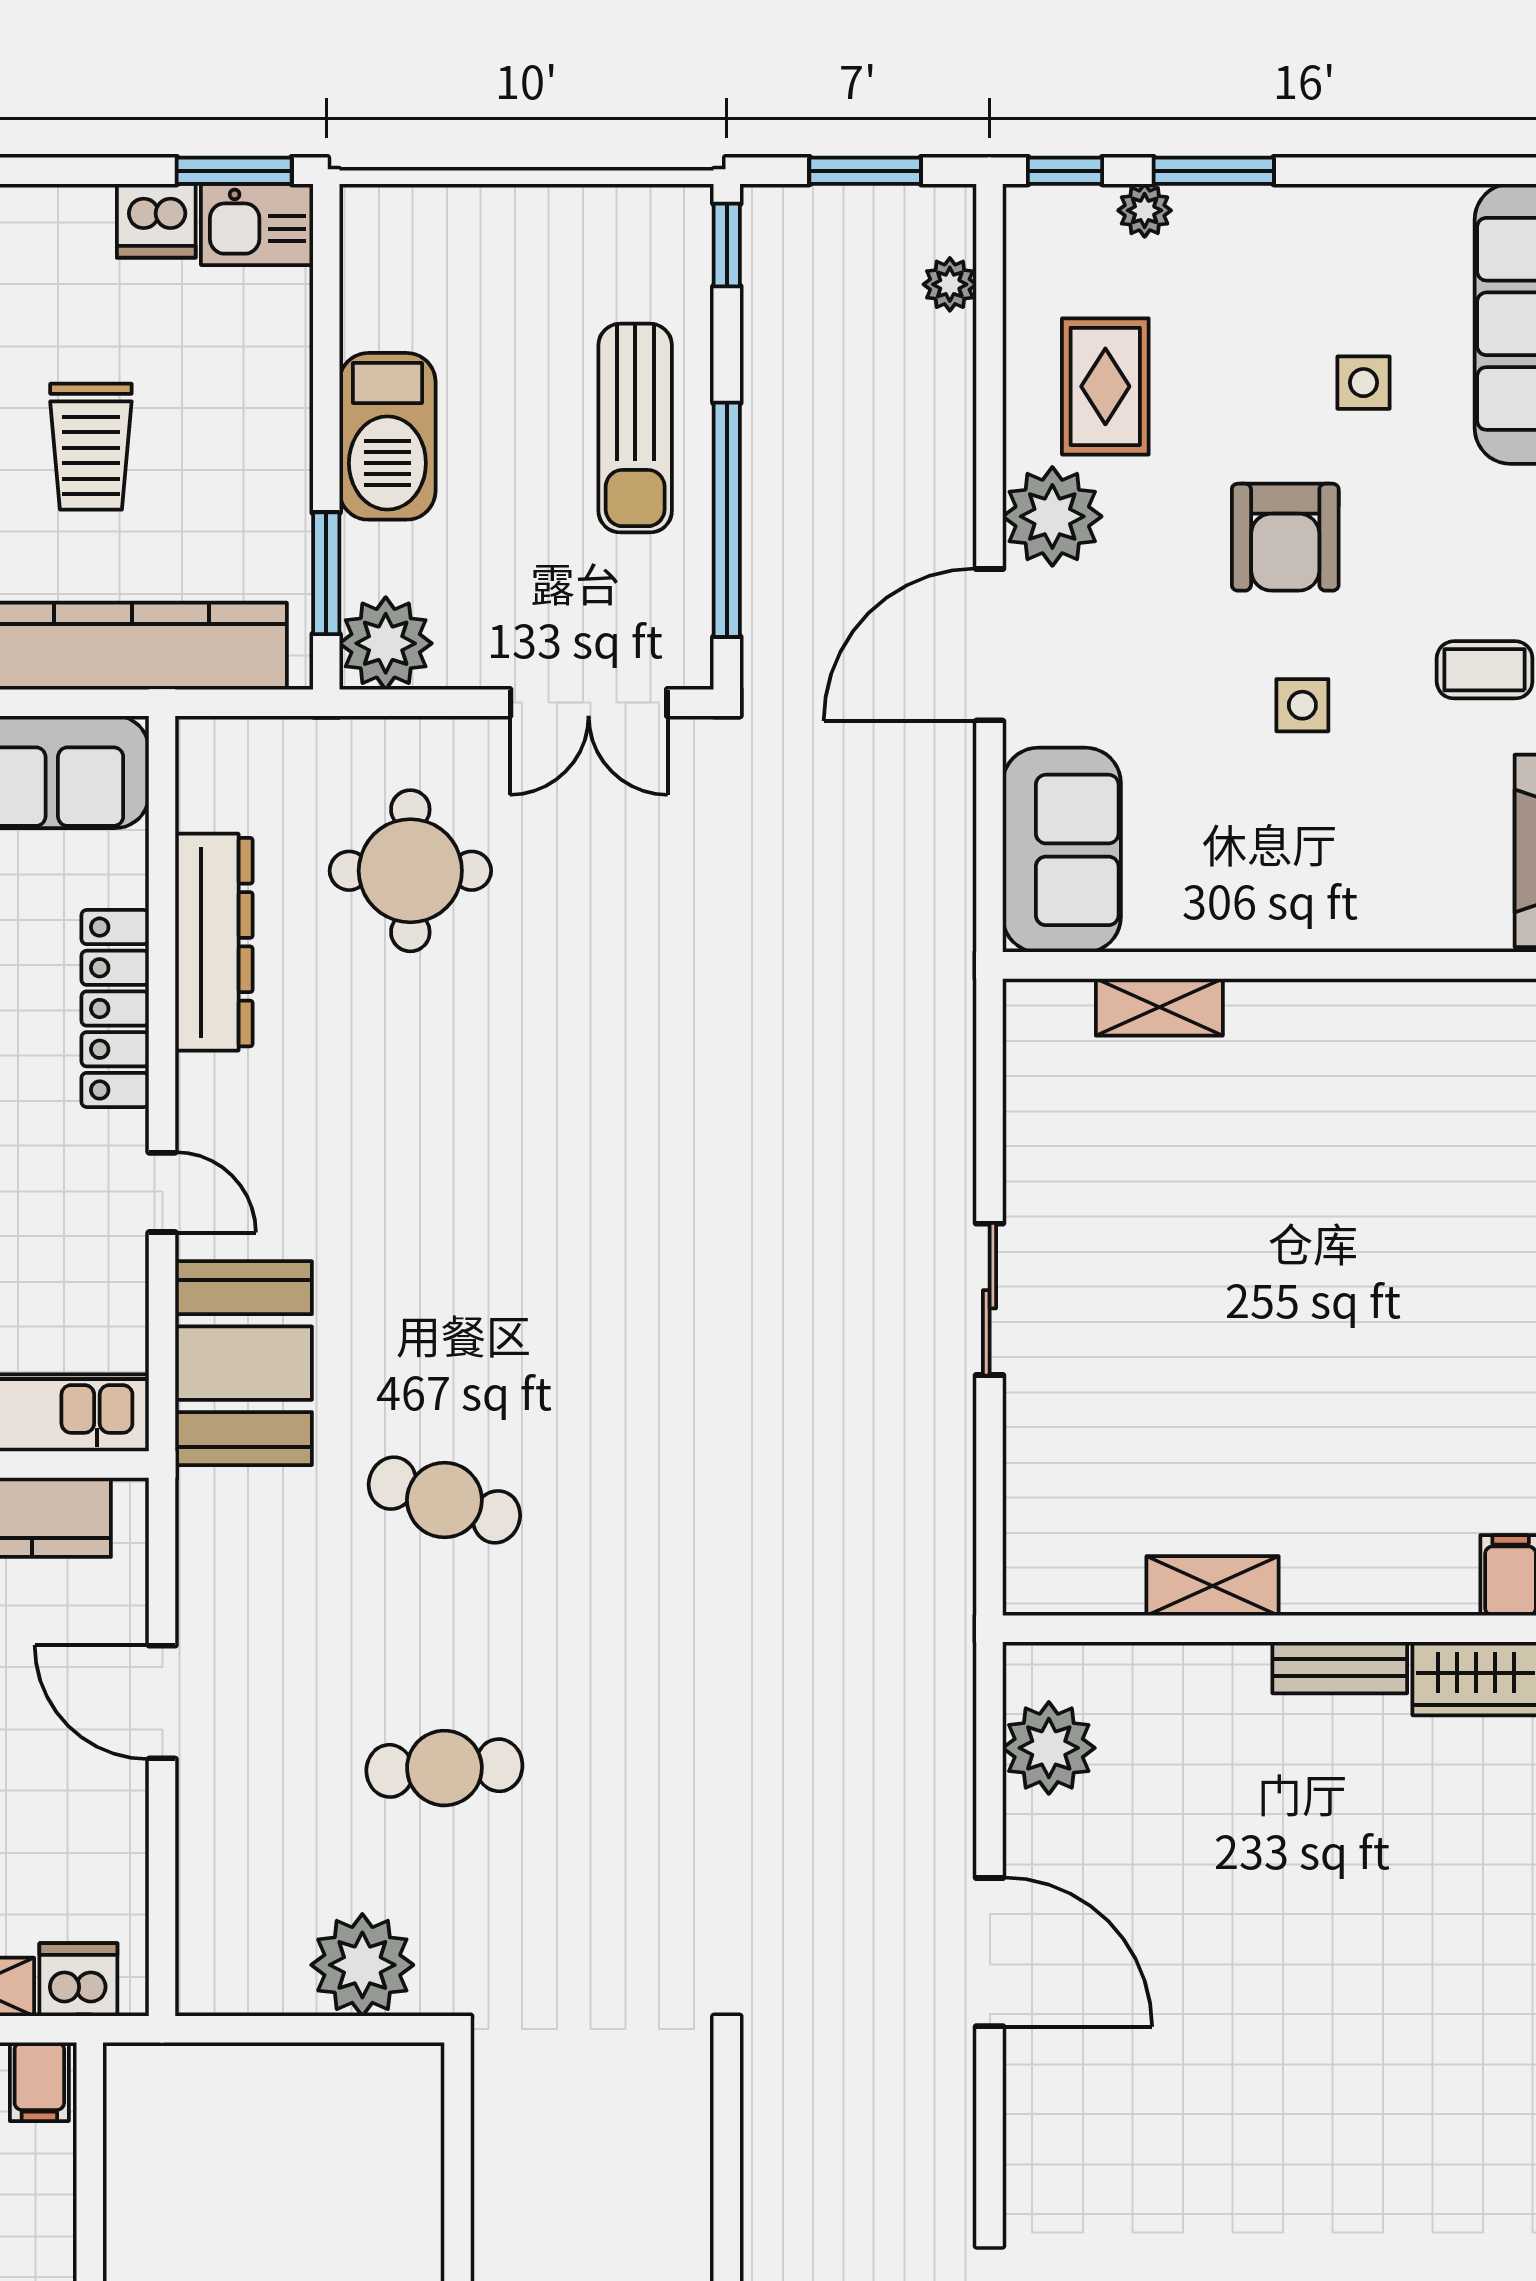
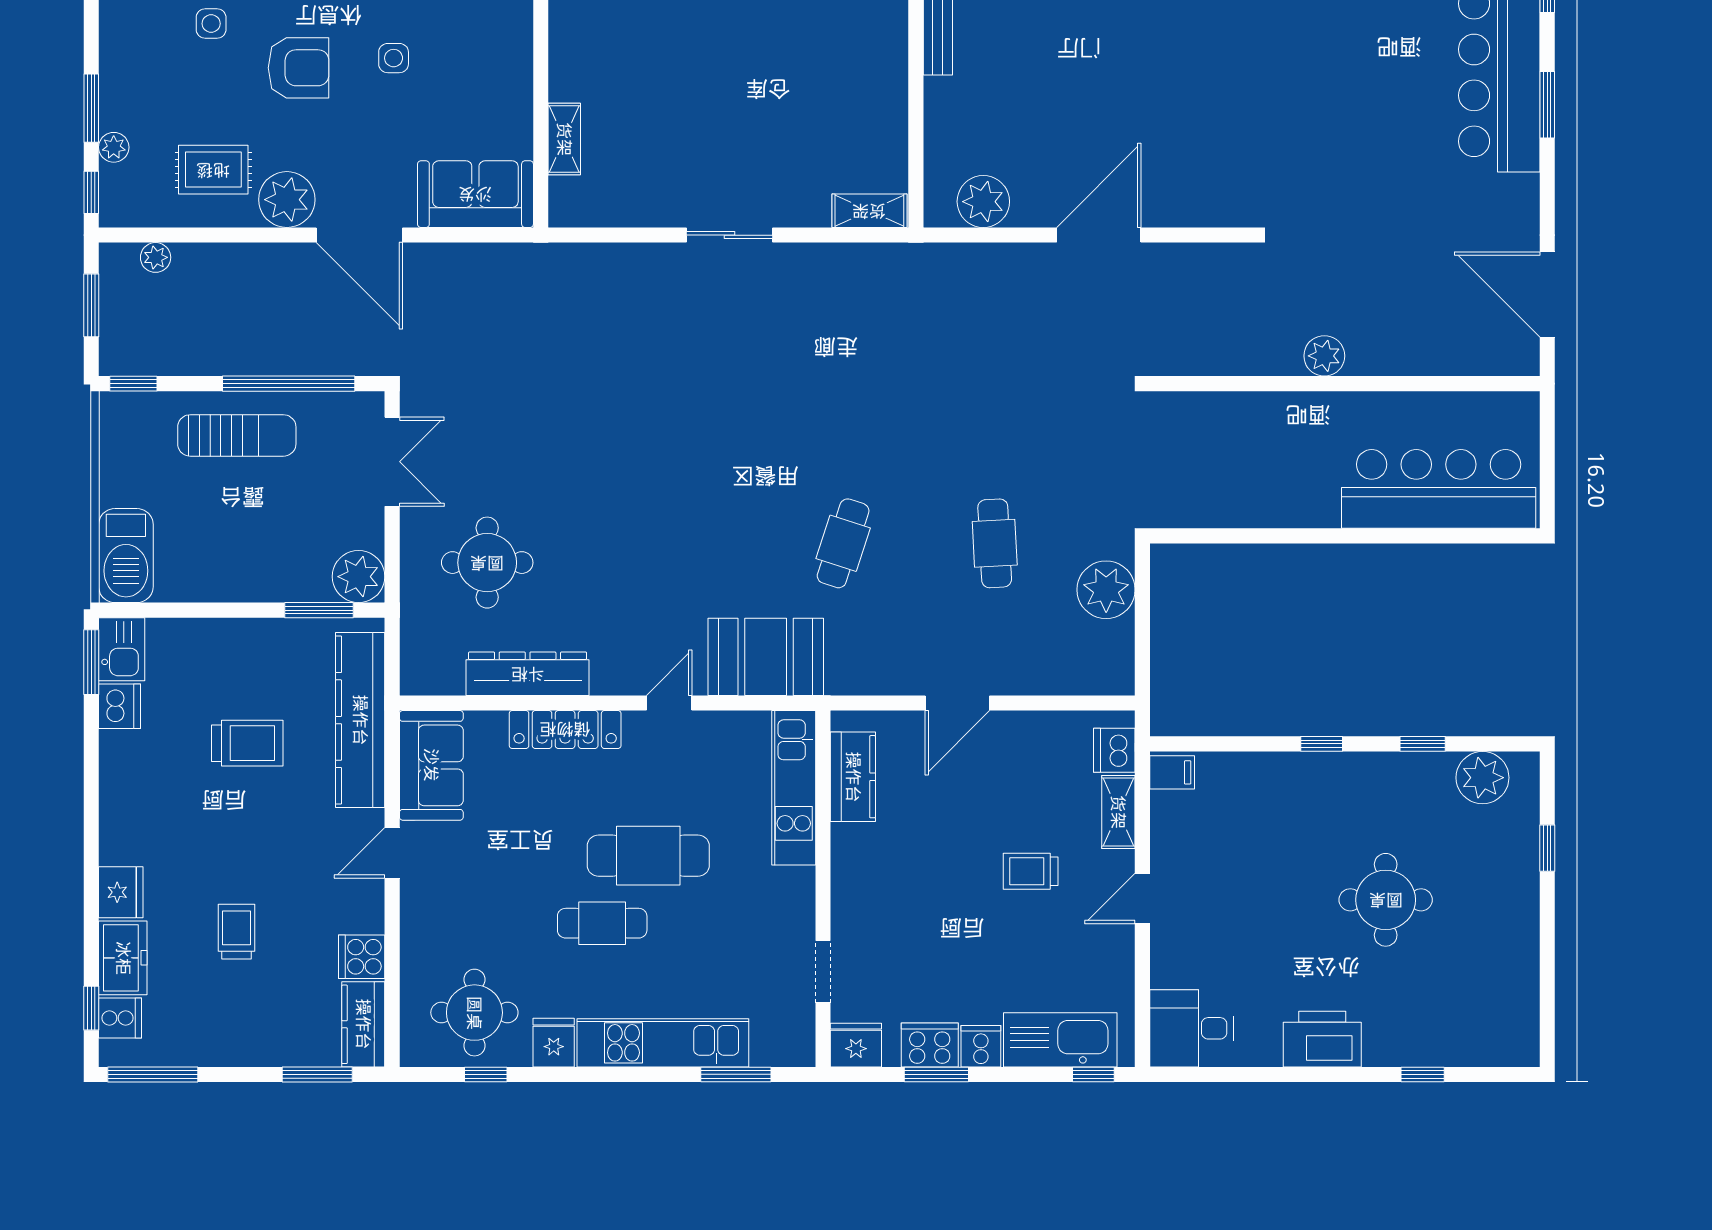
barbecue: (387, 436) -> (126, 556), moved, turned 90
shelving: (1213, 1586) -> (869, 211), moved, turned 90

